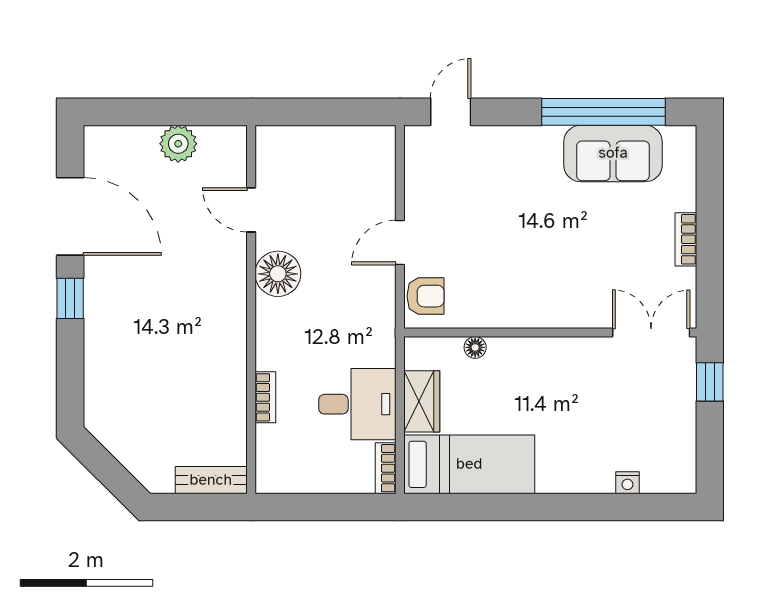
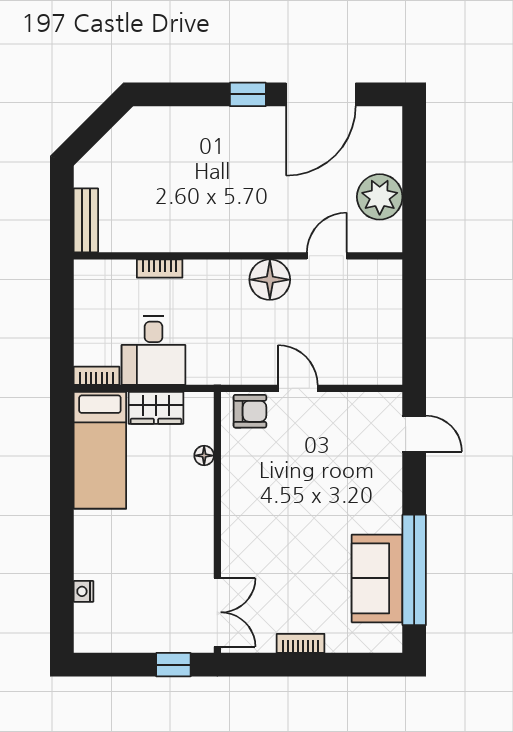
plant: (178, 144) -> (380, 197), width x1.36, depth x1.36
armchair: (425, 296) -> (250, 411), turned -90

